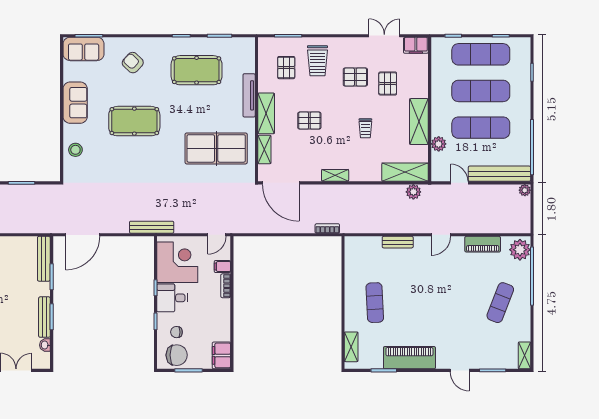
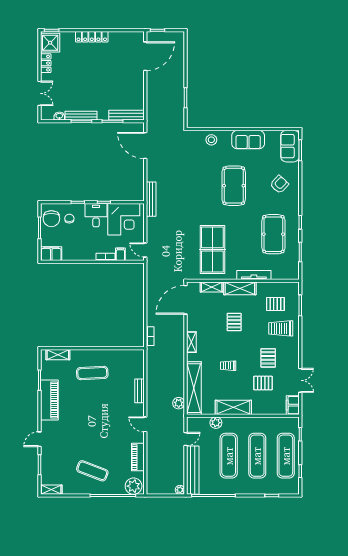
shelving: (405, 172) -> (194, 388), width x1.47

